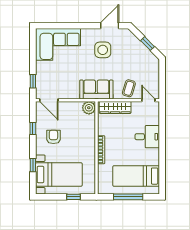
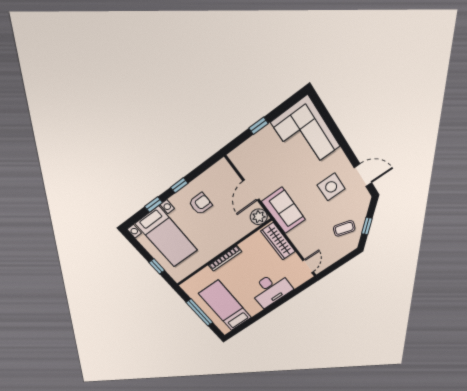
window: (33, 81) -> (259, 126), moved
coffee table: (129, 88) -> (344, 228), moved
door: (49, 100) -> (251, 190), moved
window: (33, 128) -> (179, 185), moved
desk: (147, 137) -> (271, 289), width x1.37

